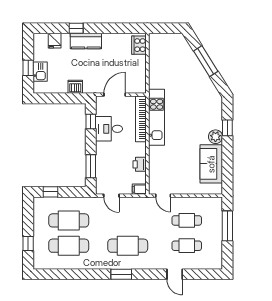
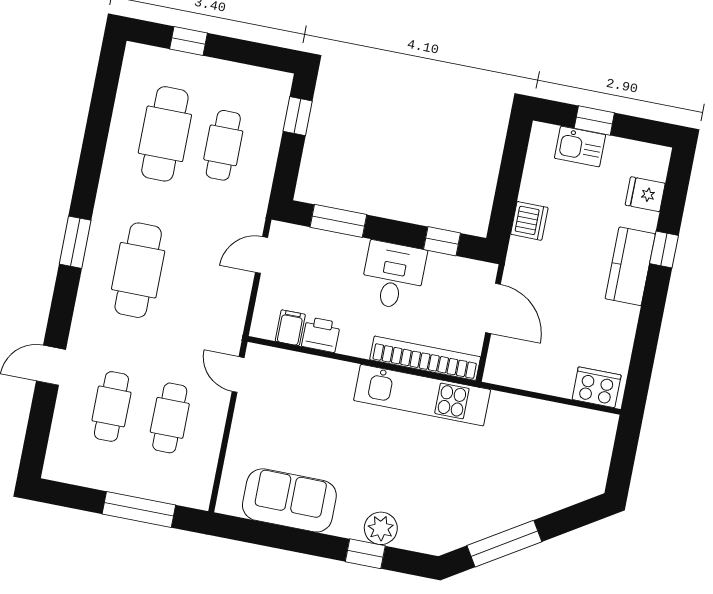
window: (206, 61) -> (504, 544), moved
desk: (109, 129) -> (393, 276), moved
plant: (215, 137) -> (381, 528), moved
filing cabinet: (139, 189) -> (290, 328), moved
door: (163, 196) -> (238, 375), hinge flipped
cafe table: (69, 220) -> (223, 145), width x0.73, depth x0.74

